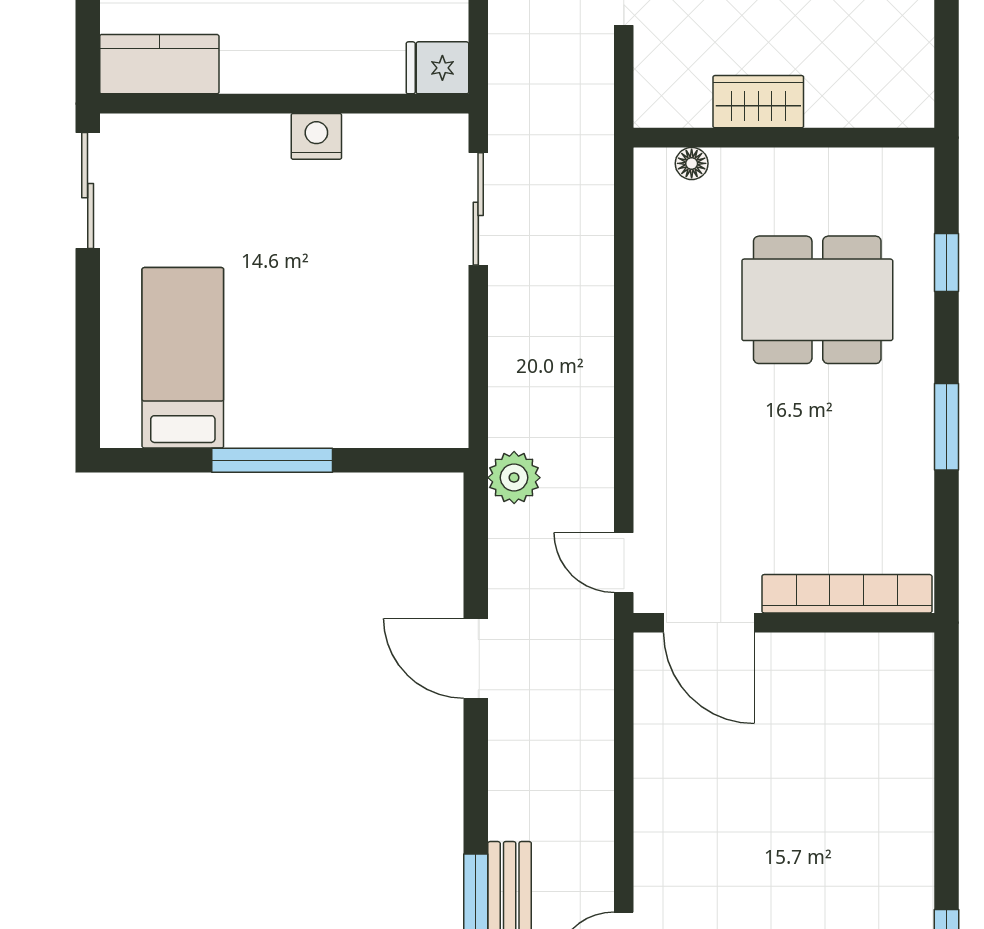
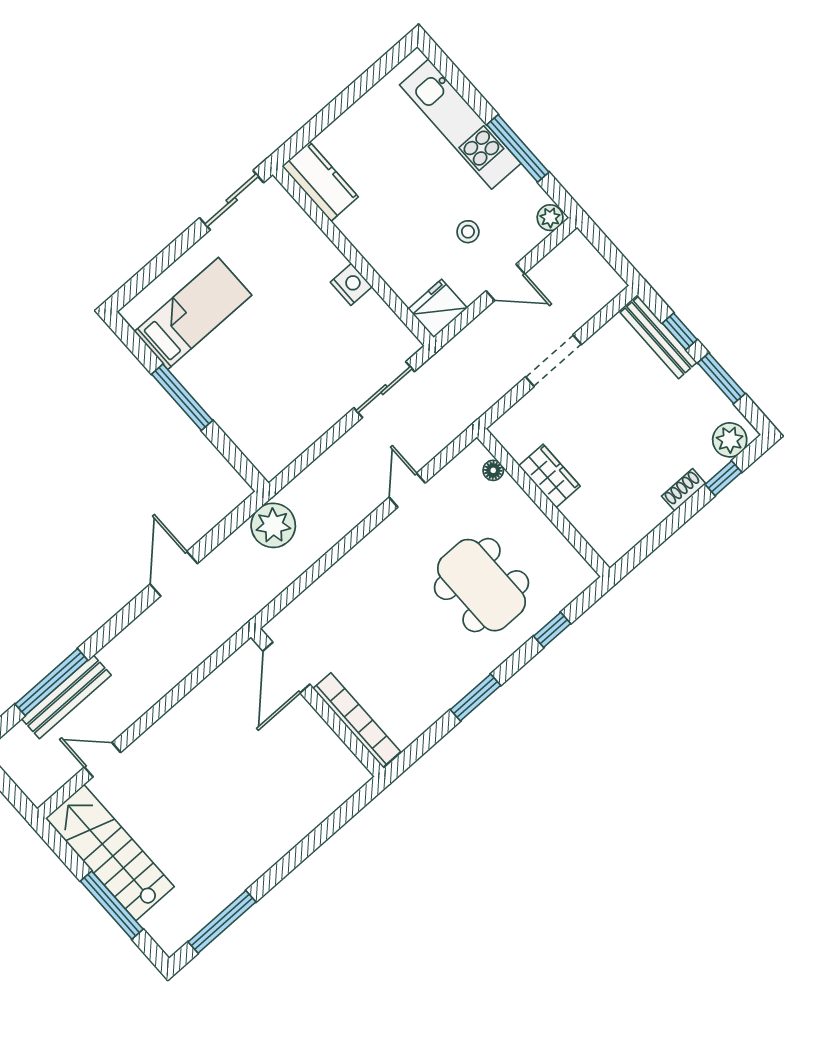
fridge: (437, 68) -> (438, 308), width x1.38
plant: (514, 478) -> (273, 525), width x1.36, depth x1.36
door: (624, 563) -> (407, 490), moved

